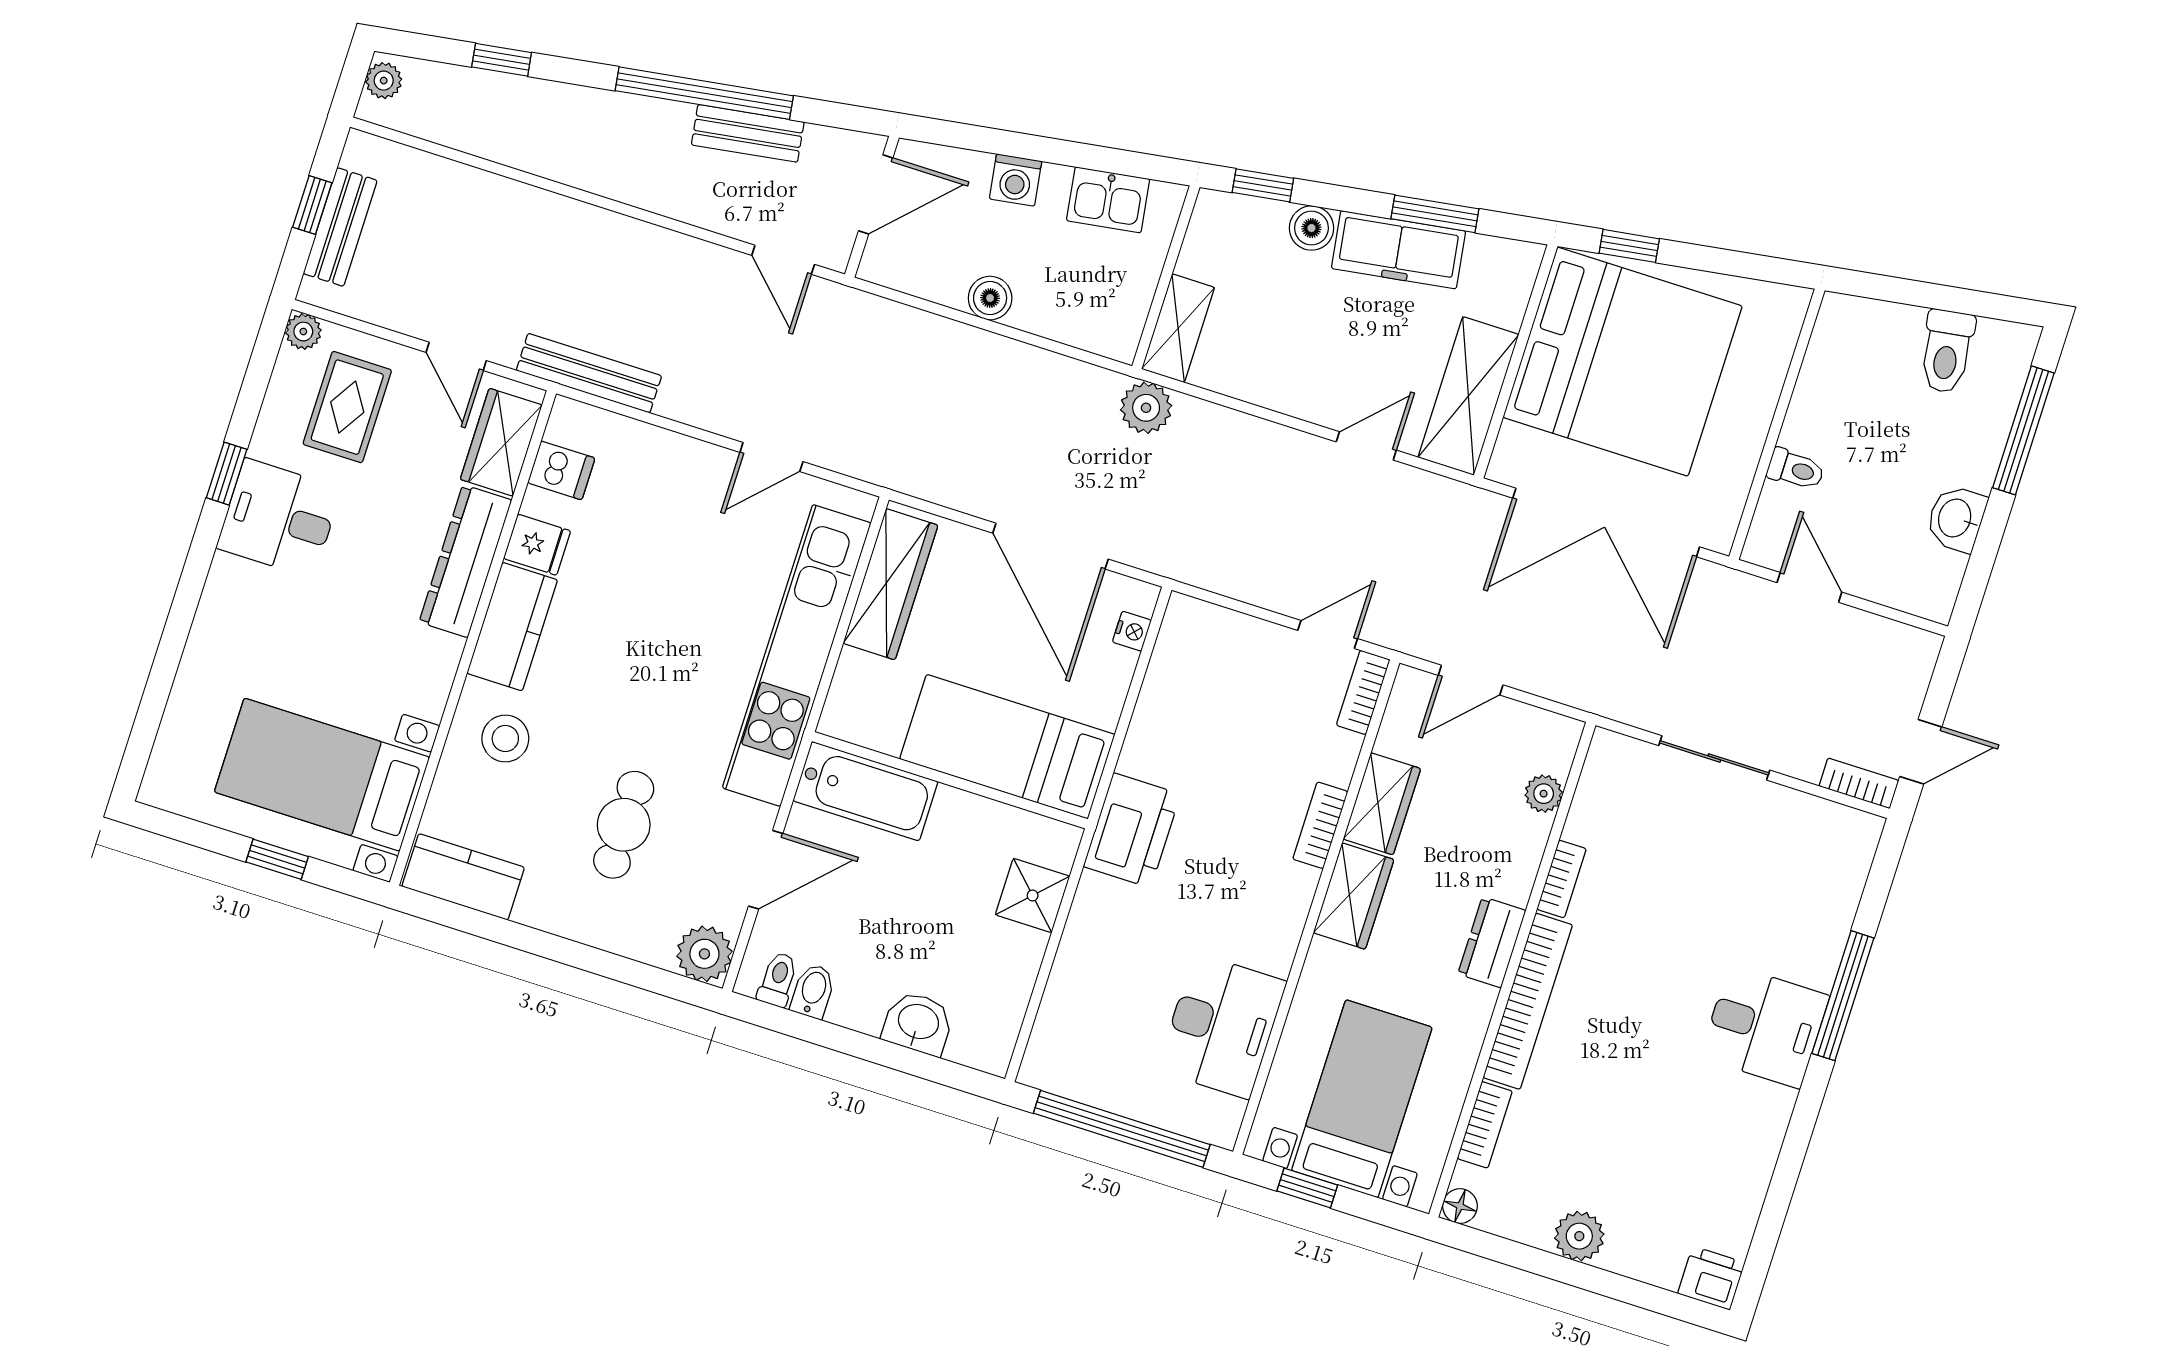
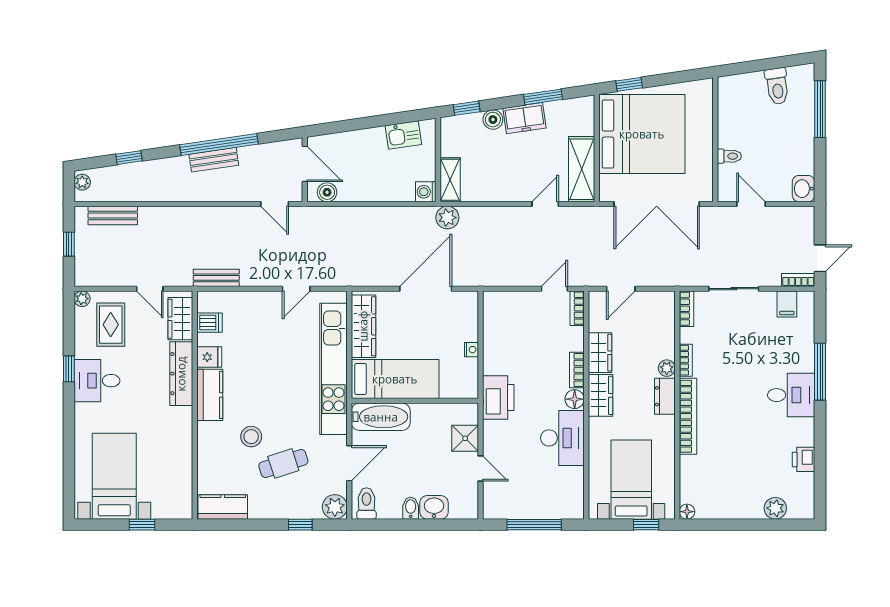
bench: (748, 133) -> (214, 160), moved
washing machine: (1016, 180) -> (426, 192), moved, turned 98
door: (876, 194) -> (305, 164), hinge flipped
bench: (340, 227) -> (113, 216), moved, turned 90
freezer: (1398, 250) -> (525, 118), width x0.71
boiler: (990, 298) -> (327, 192), moved
bench: (589, 373) -> (216, 278), width x0.73
washbasin: (1956, 518) -> (803, 189), moved
door: (1050, 546) -> (426, 289), swing flipped
nightstand: (1132, 631) -> (471, 350), moved
stool: (505, 738) -> (251, 437), moved
bed: (1007, 747) -> (395, 379), moved, turned 180
bed with nightstands: (322, 775) -> (114, 476), moved, turned 90
plant: (1544, 794) -> (667, 368), moved
cafe table: (624, 825) -> (283, 463), turned 72
filing cabinet: (1818, 827) -> (787, 304), added
floor lamp: (1295, 886) -> (575, 399), added
window: (618, 968) -> (300, 525), added
door: (1045, 971) -> (480, 468), added
toilet: (778, 979) -> (366, 503), width x1.37, depth x1.39
bidet: (813, 991) -> (411, 508), moved
desk: (1222, 1026) -> (562, 438), moved
bookcase: (1485, 1125) -> (686, 309), moved
window: (1122, 1129) -> (534, 525), width x0.68
window: (1307, 1188) -> (646, 525), moved
plant: (1579, 1236) -> (775, 508), moved
printer: (1711, 1278) -> (804, 459), moved, turned -90

